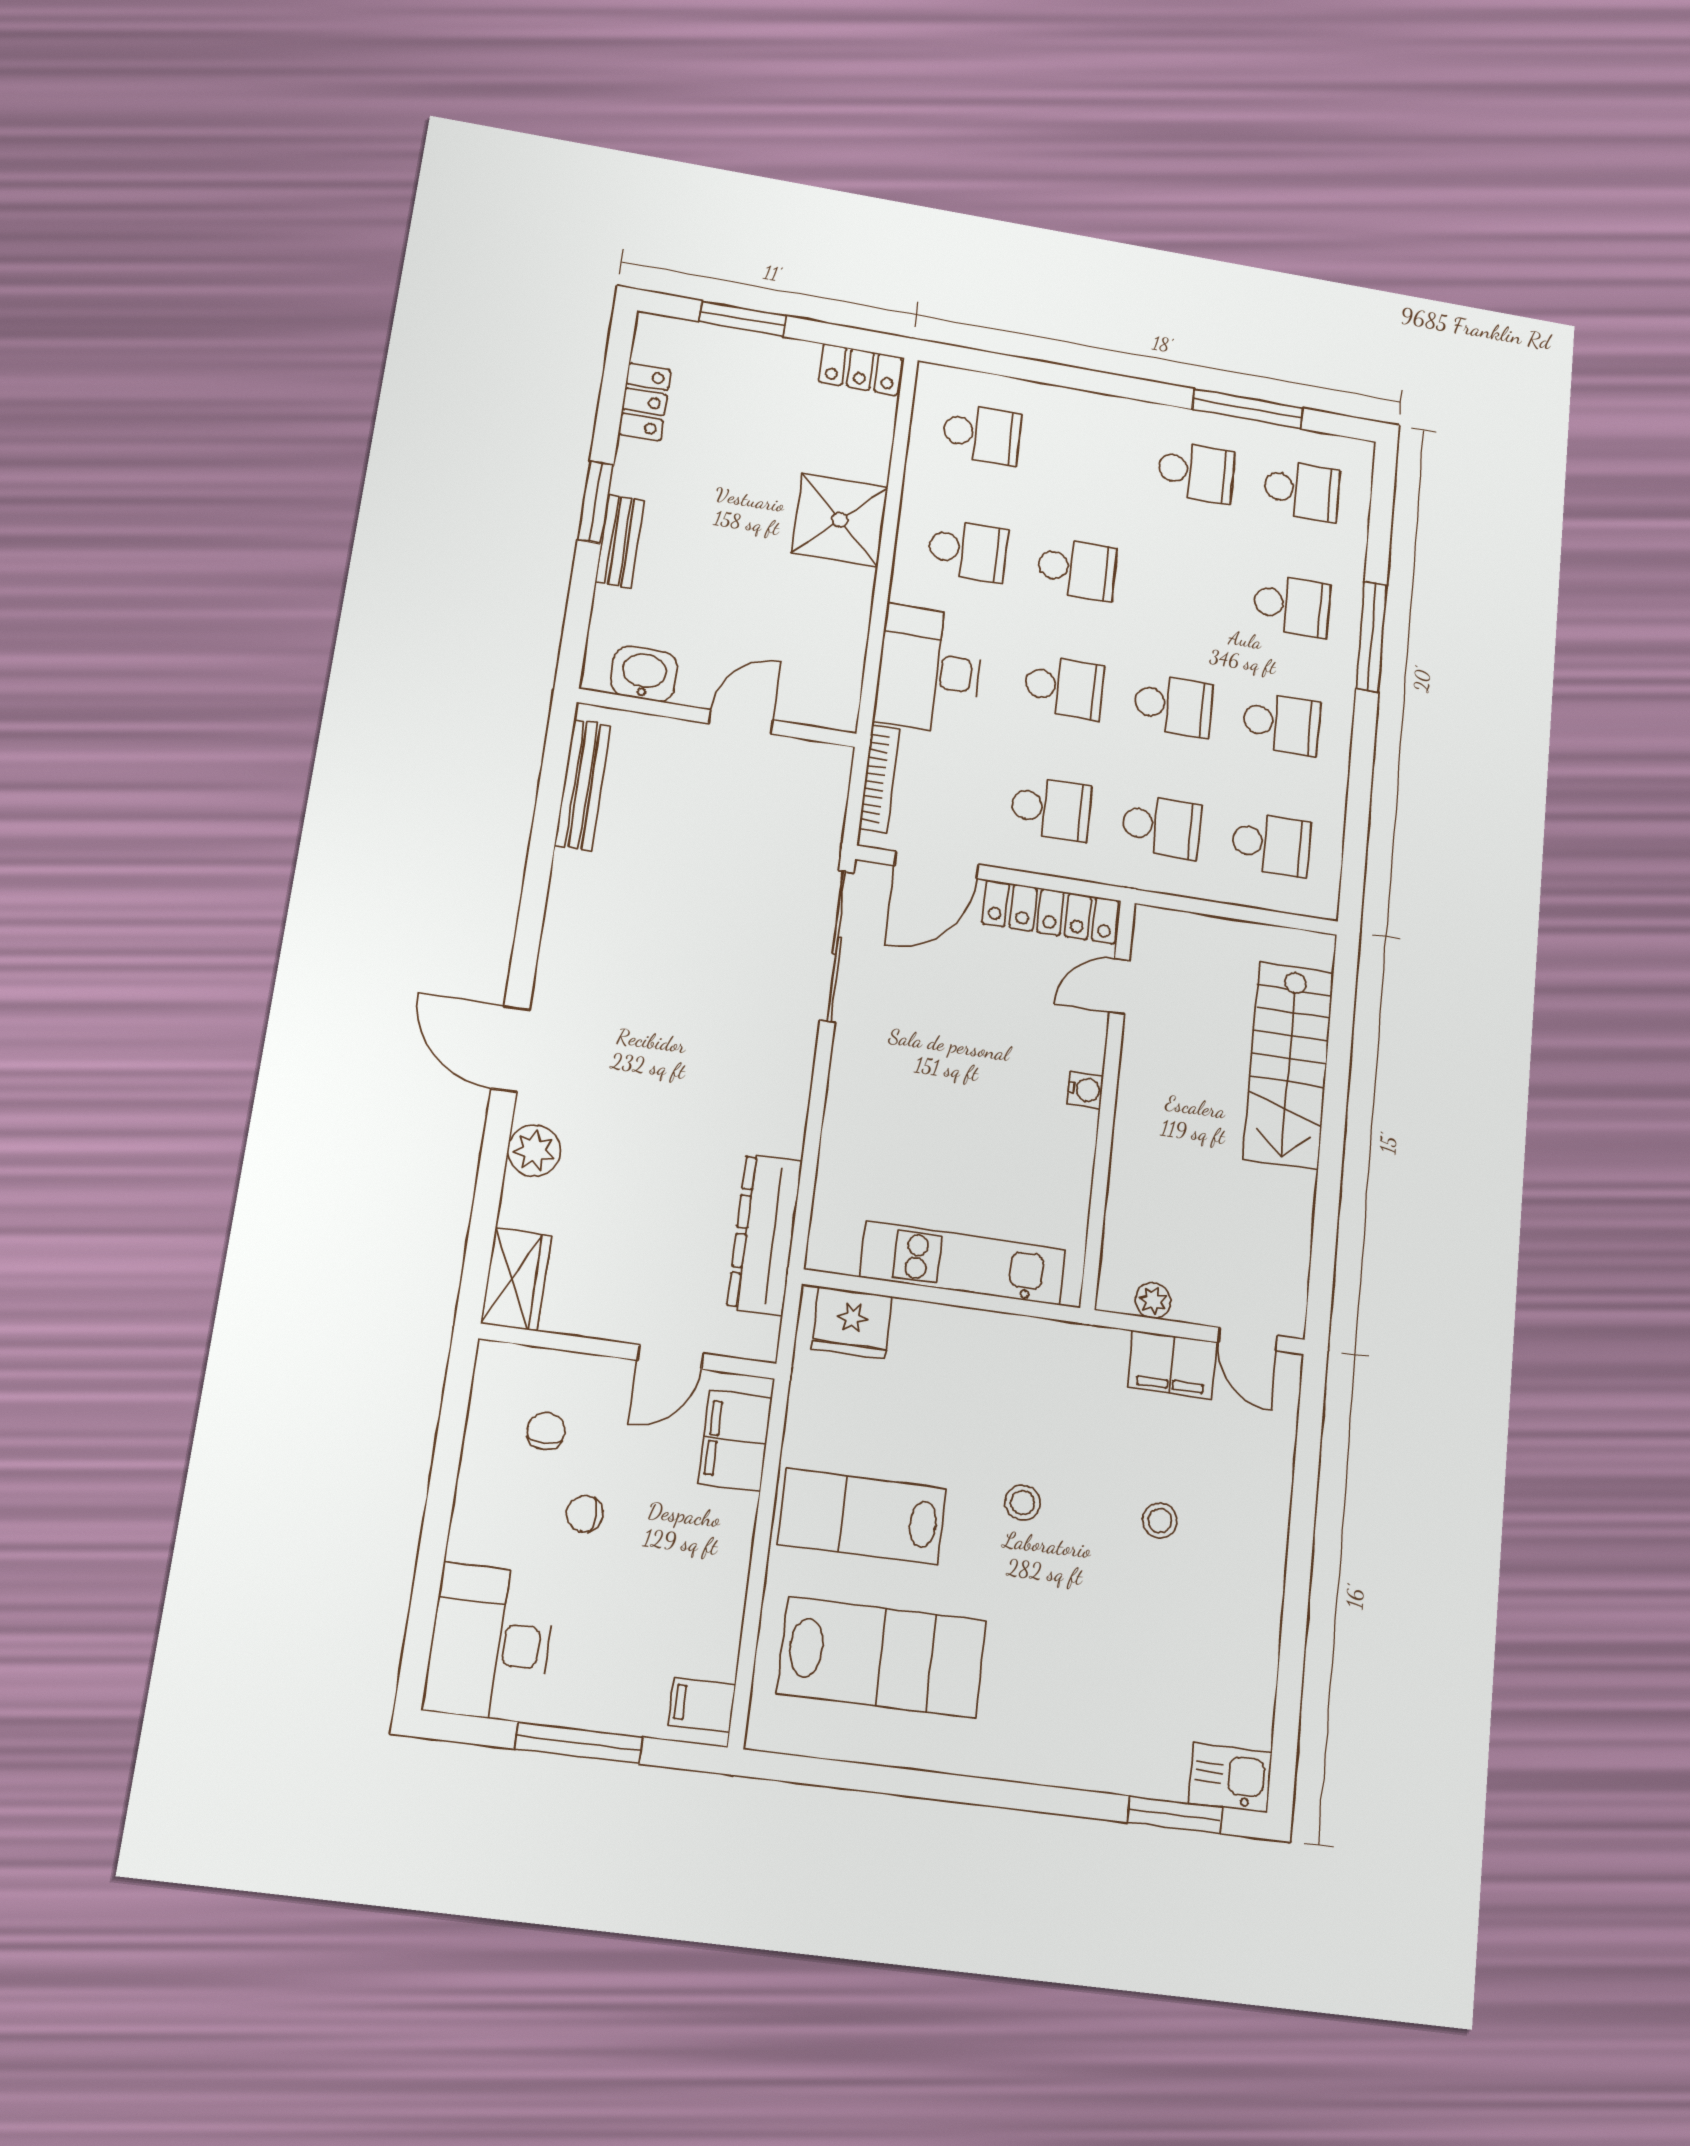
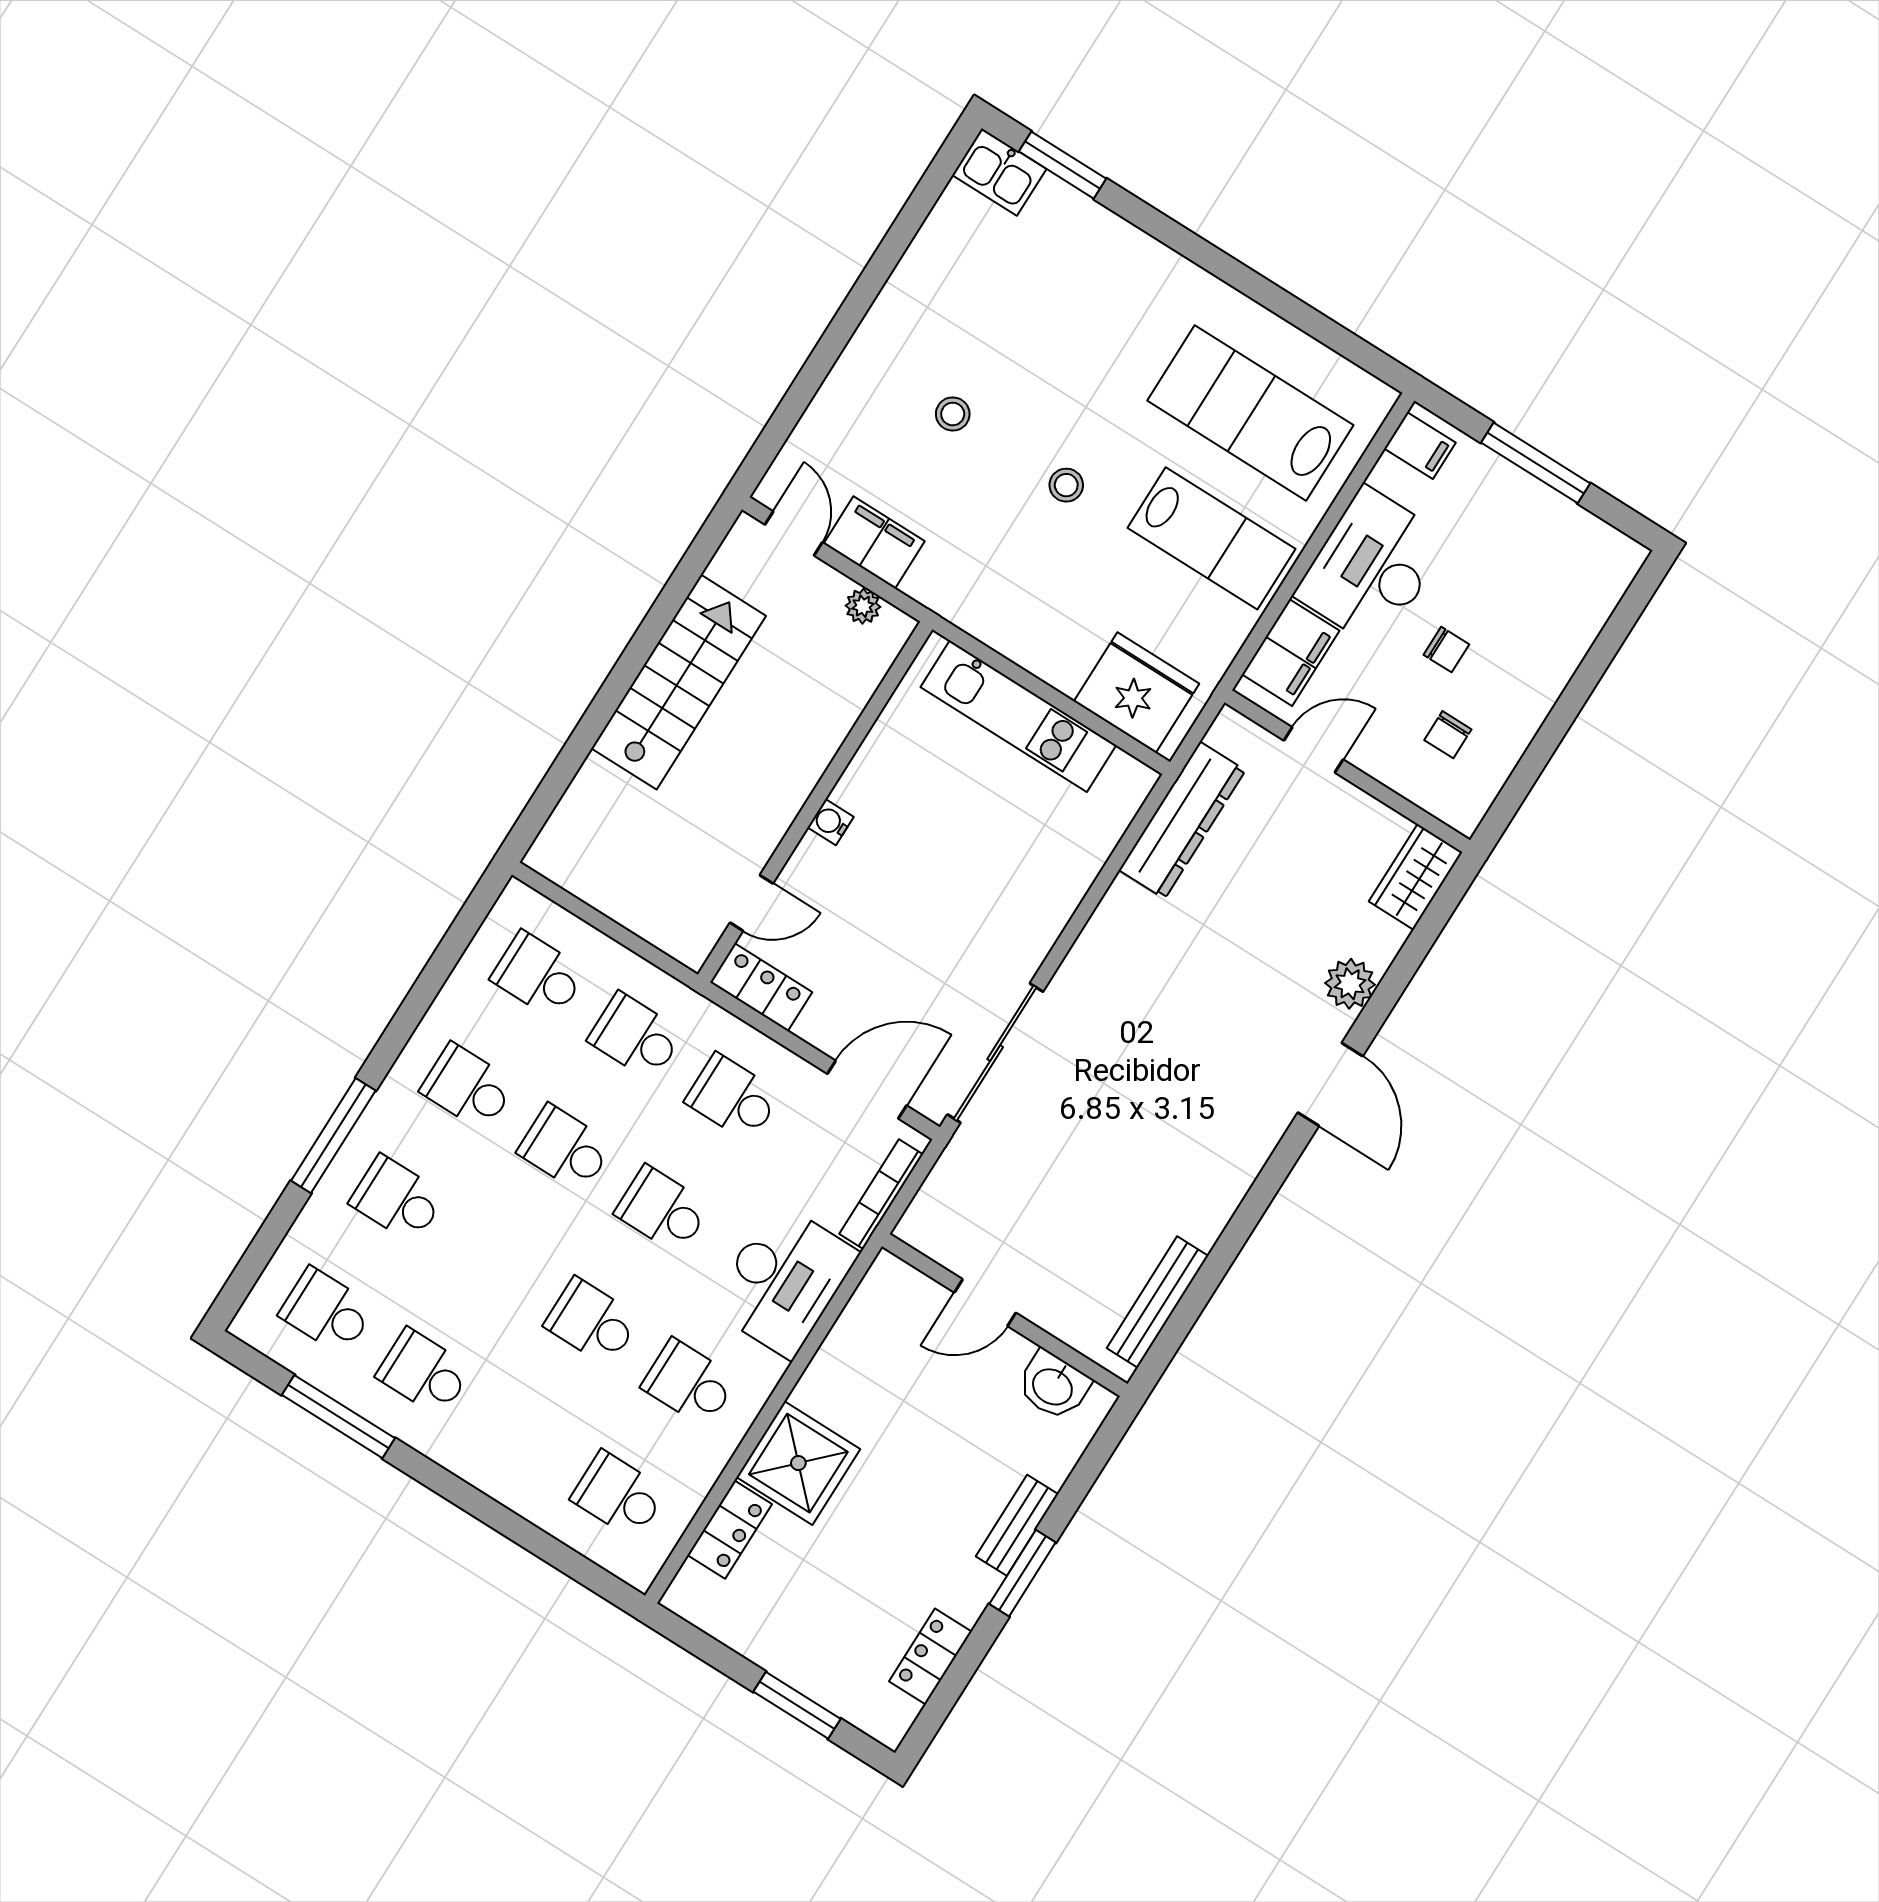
locker: (860, 370) -> (730, 1530), moved, turned 90
locker: (1051, 912) -> (761, 987), width x0.66
stairs: (1289, 1065) -> (679, 682), moved
fridge: (852, 1323) -> (1137, 693), width x1.36, depth x1.34
desk: (490, 1643) -> (1372, 567), moved, turned 180

